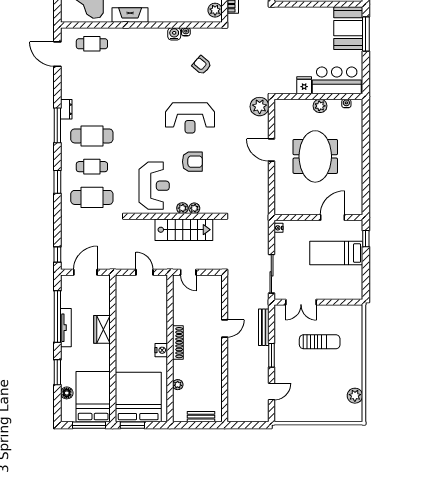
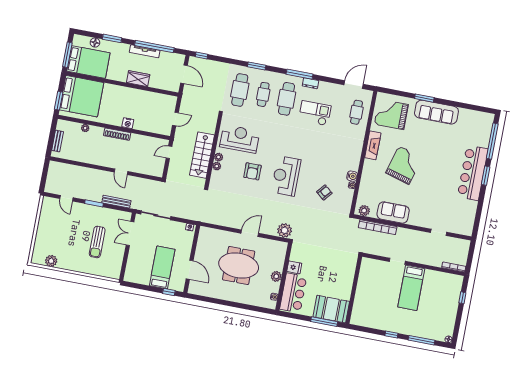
checkout: (103, 96) -> (315, 113), added
reception desk: (154, 186) -> (240, 139), turned 180
nightstand: (161, 350) -> (128, 123), moved
window: (132, 425) -> (59, 101), moved

